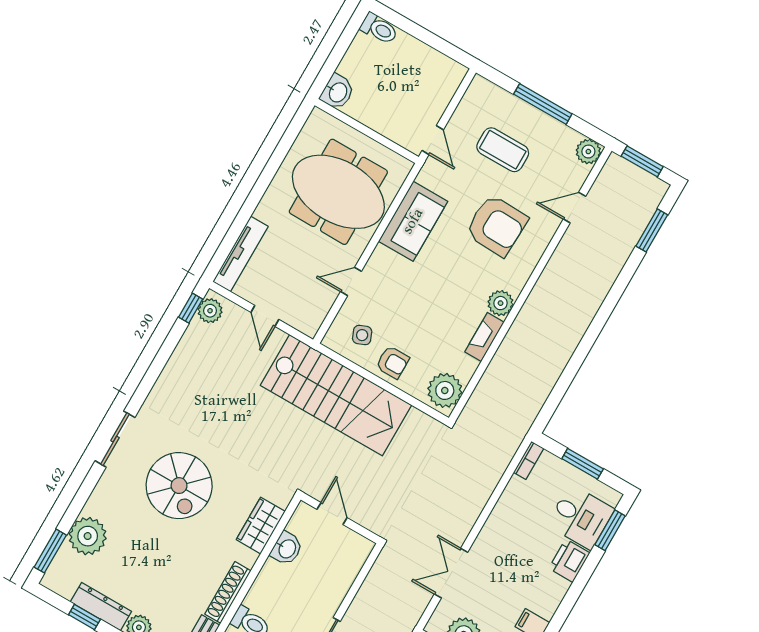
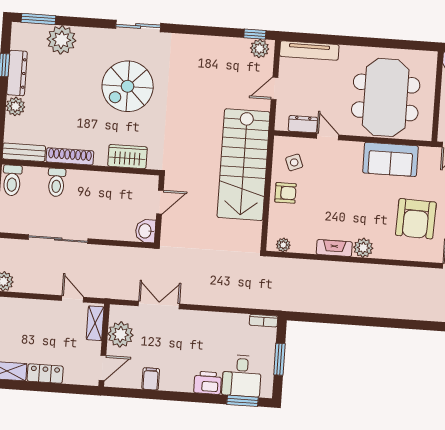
dresser: (322, 303) -> (303, 124), added
armchair: (393, 362) -> (286, 193), turned -90
plant: (445, 390) -> (283, 245), width x0.53, depth x0.53
washbasin: (287, 549) -> (145, 231), moved, turned 90

